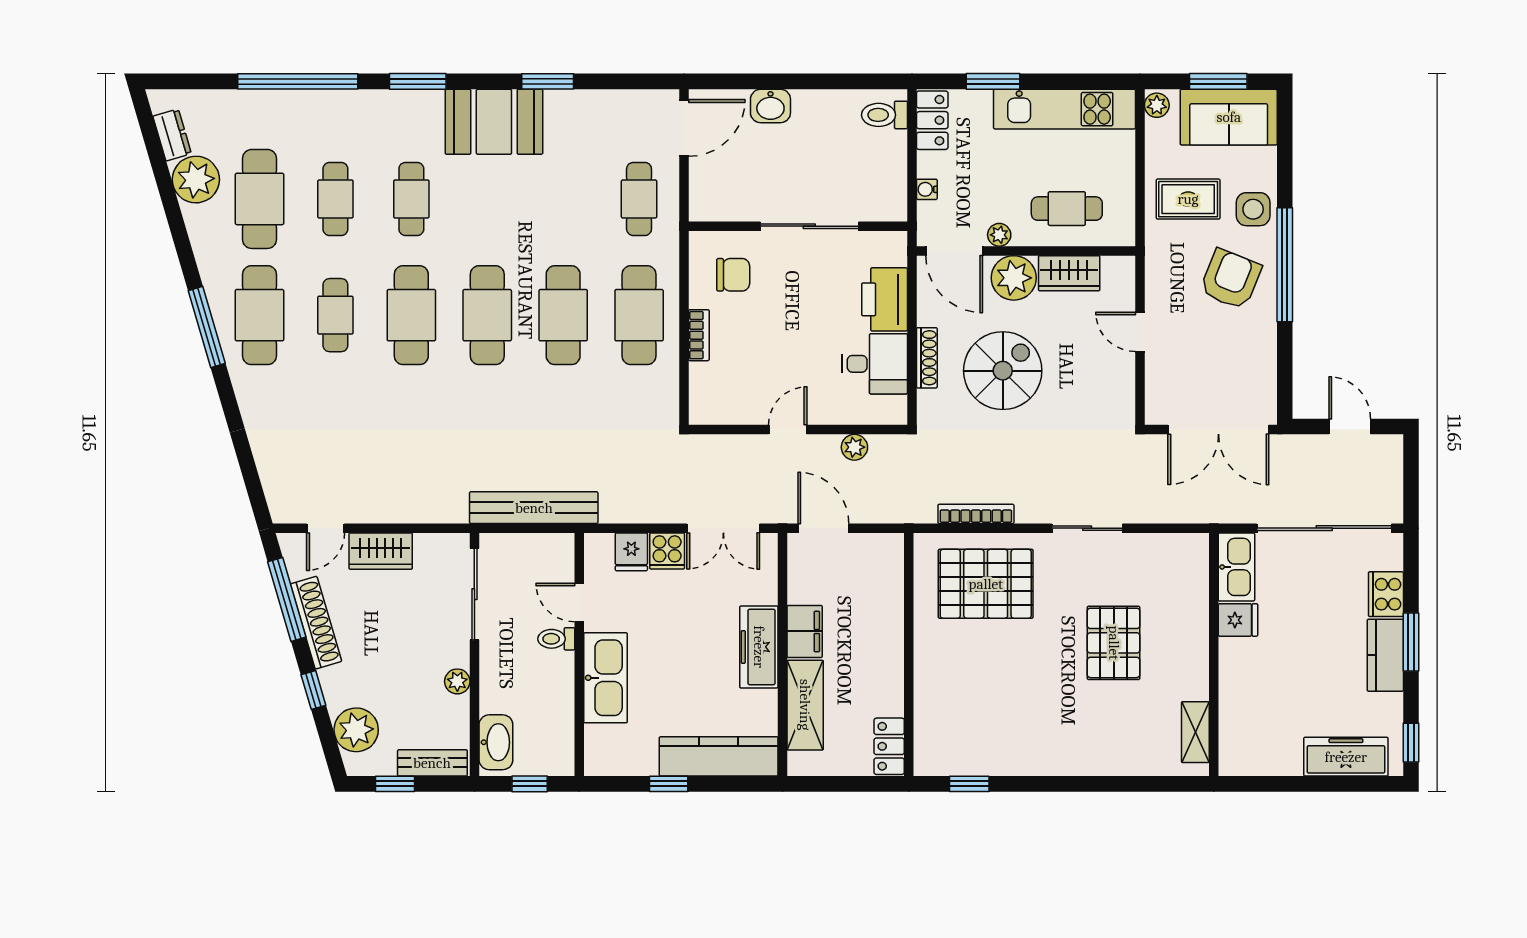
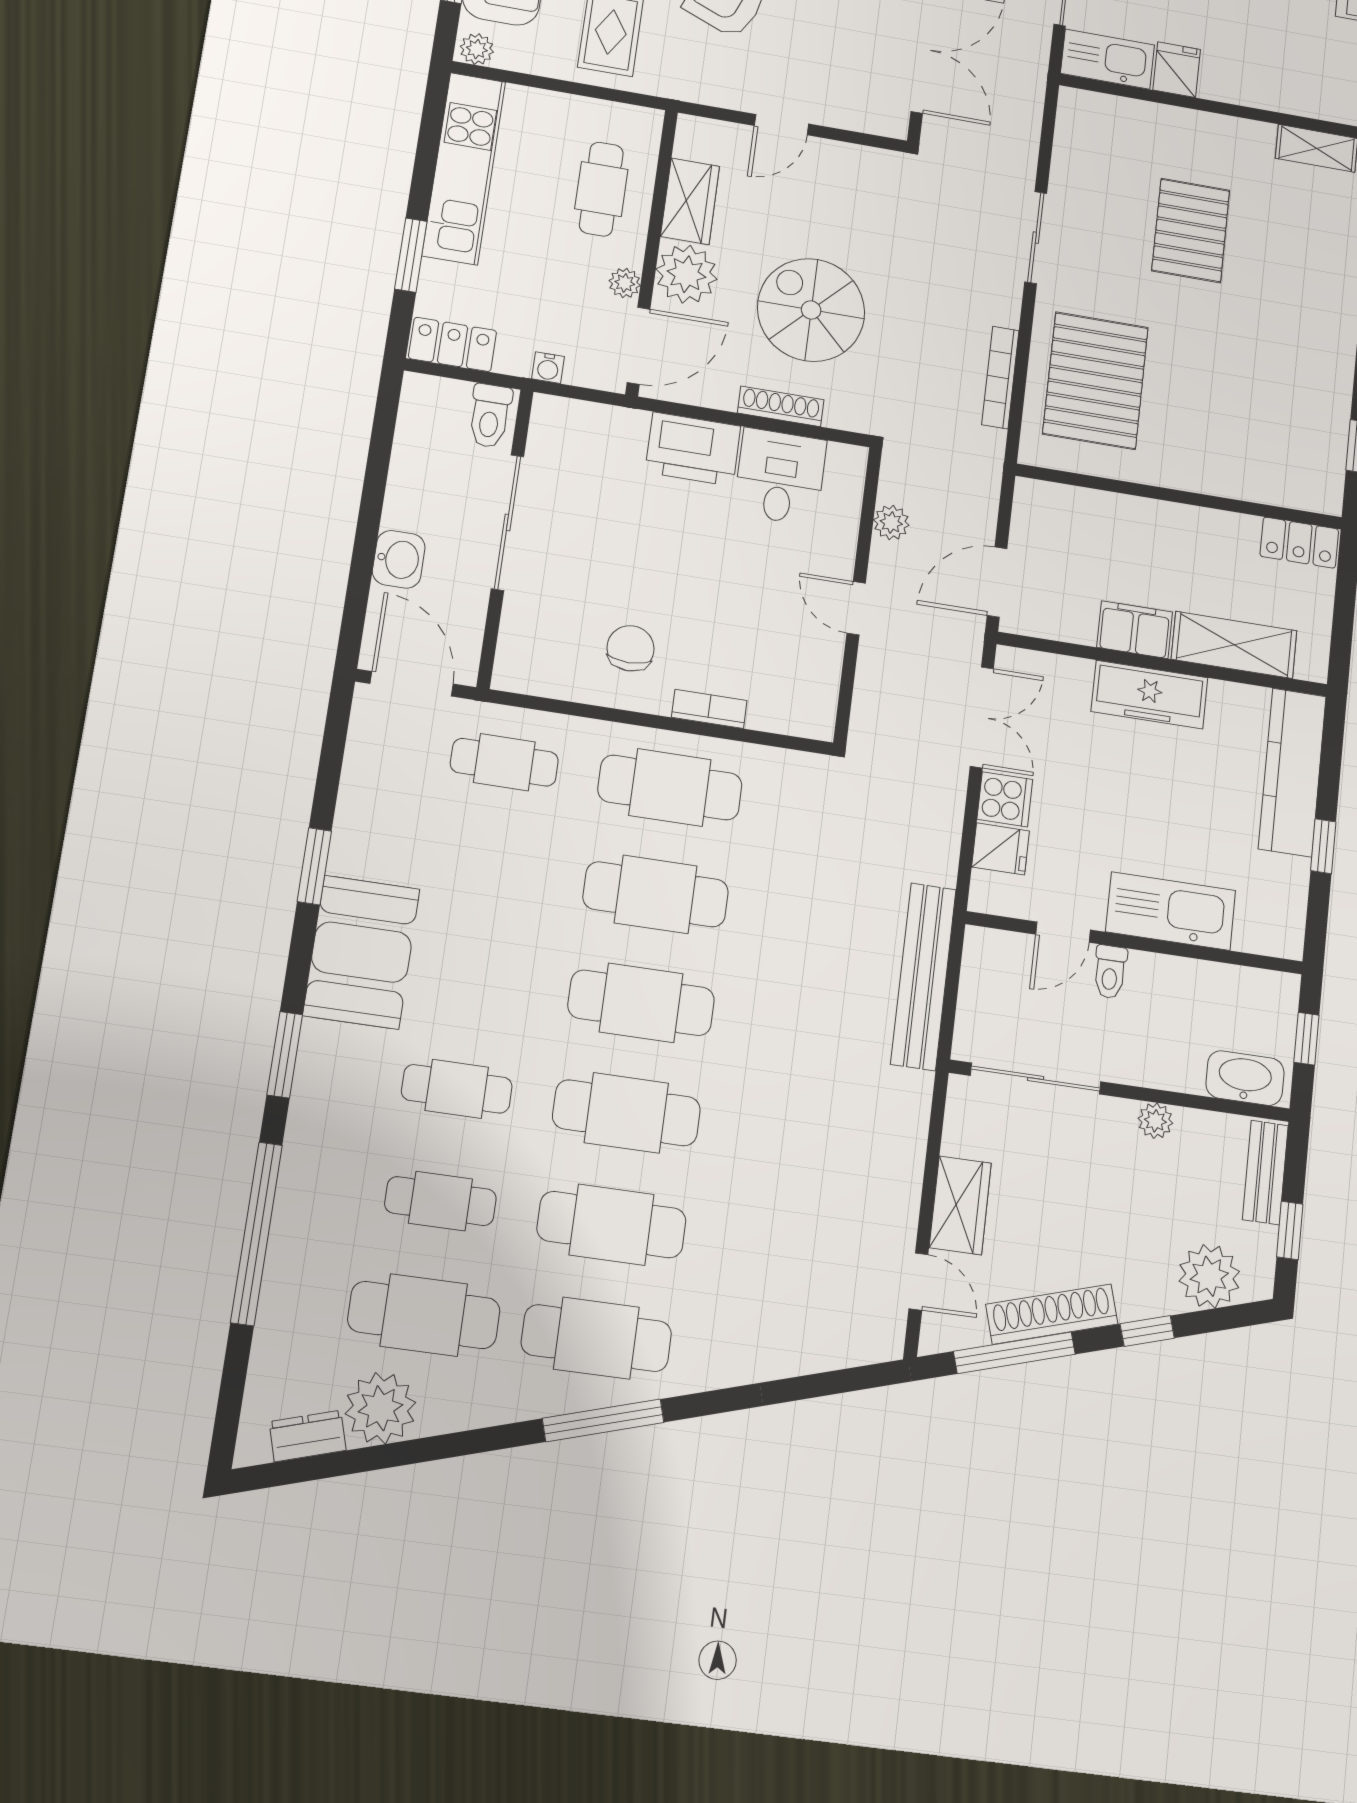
toilet: (884, 115) -> (490, 416), moved
wall: (798, 226) -> (505, 538), moved
sliding door: (809, 226) -> (507, 522), moved
cafe table: (335, 315) -> (612, 1225), width x1.37, depth x1.35
pallet: (1114, 643) -> (1191, 230), turned 90

